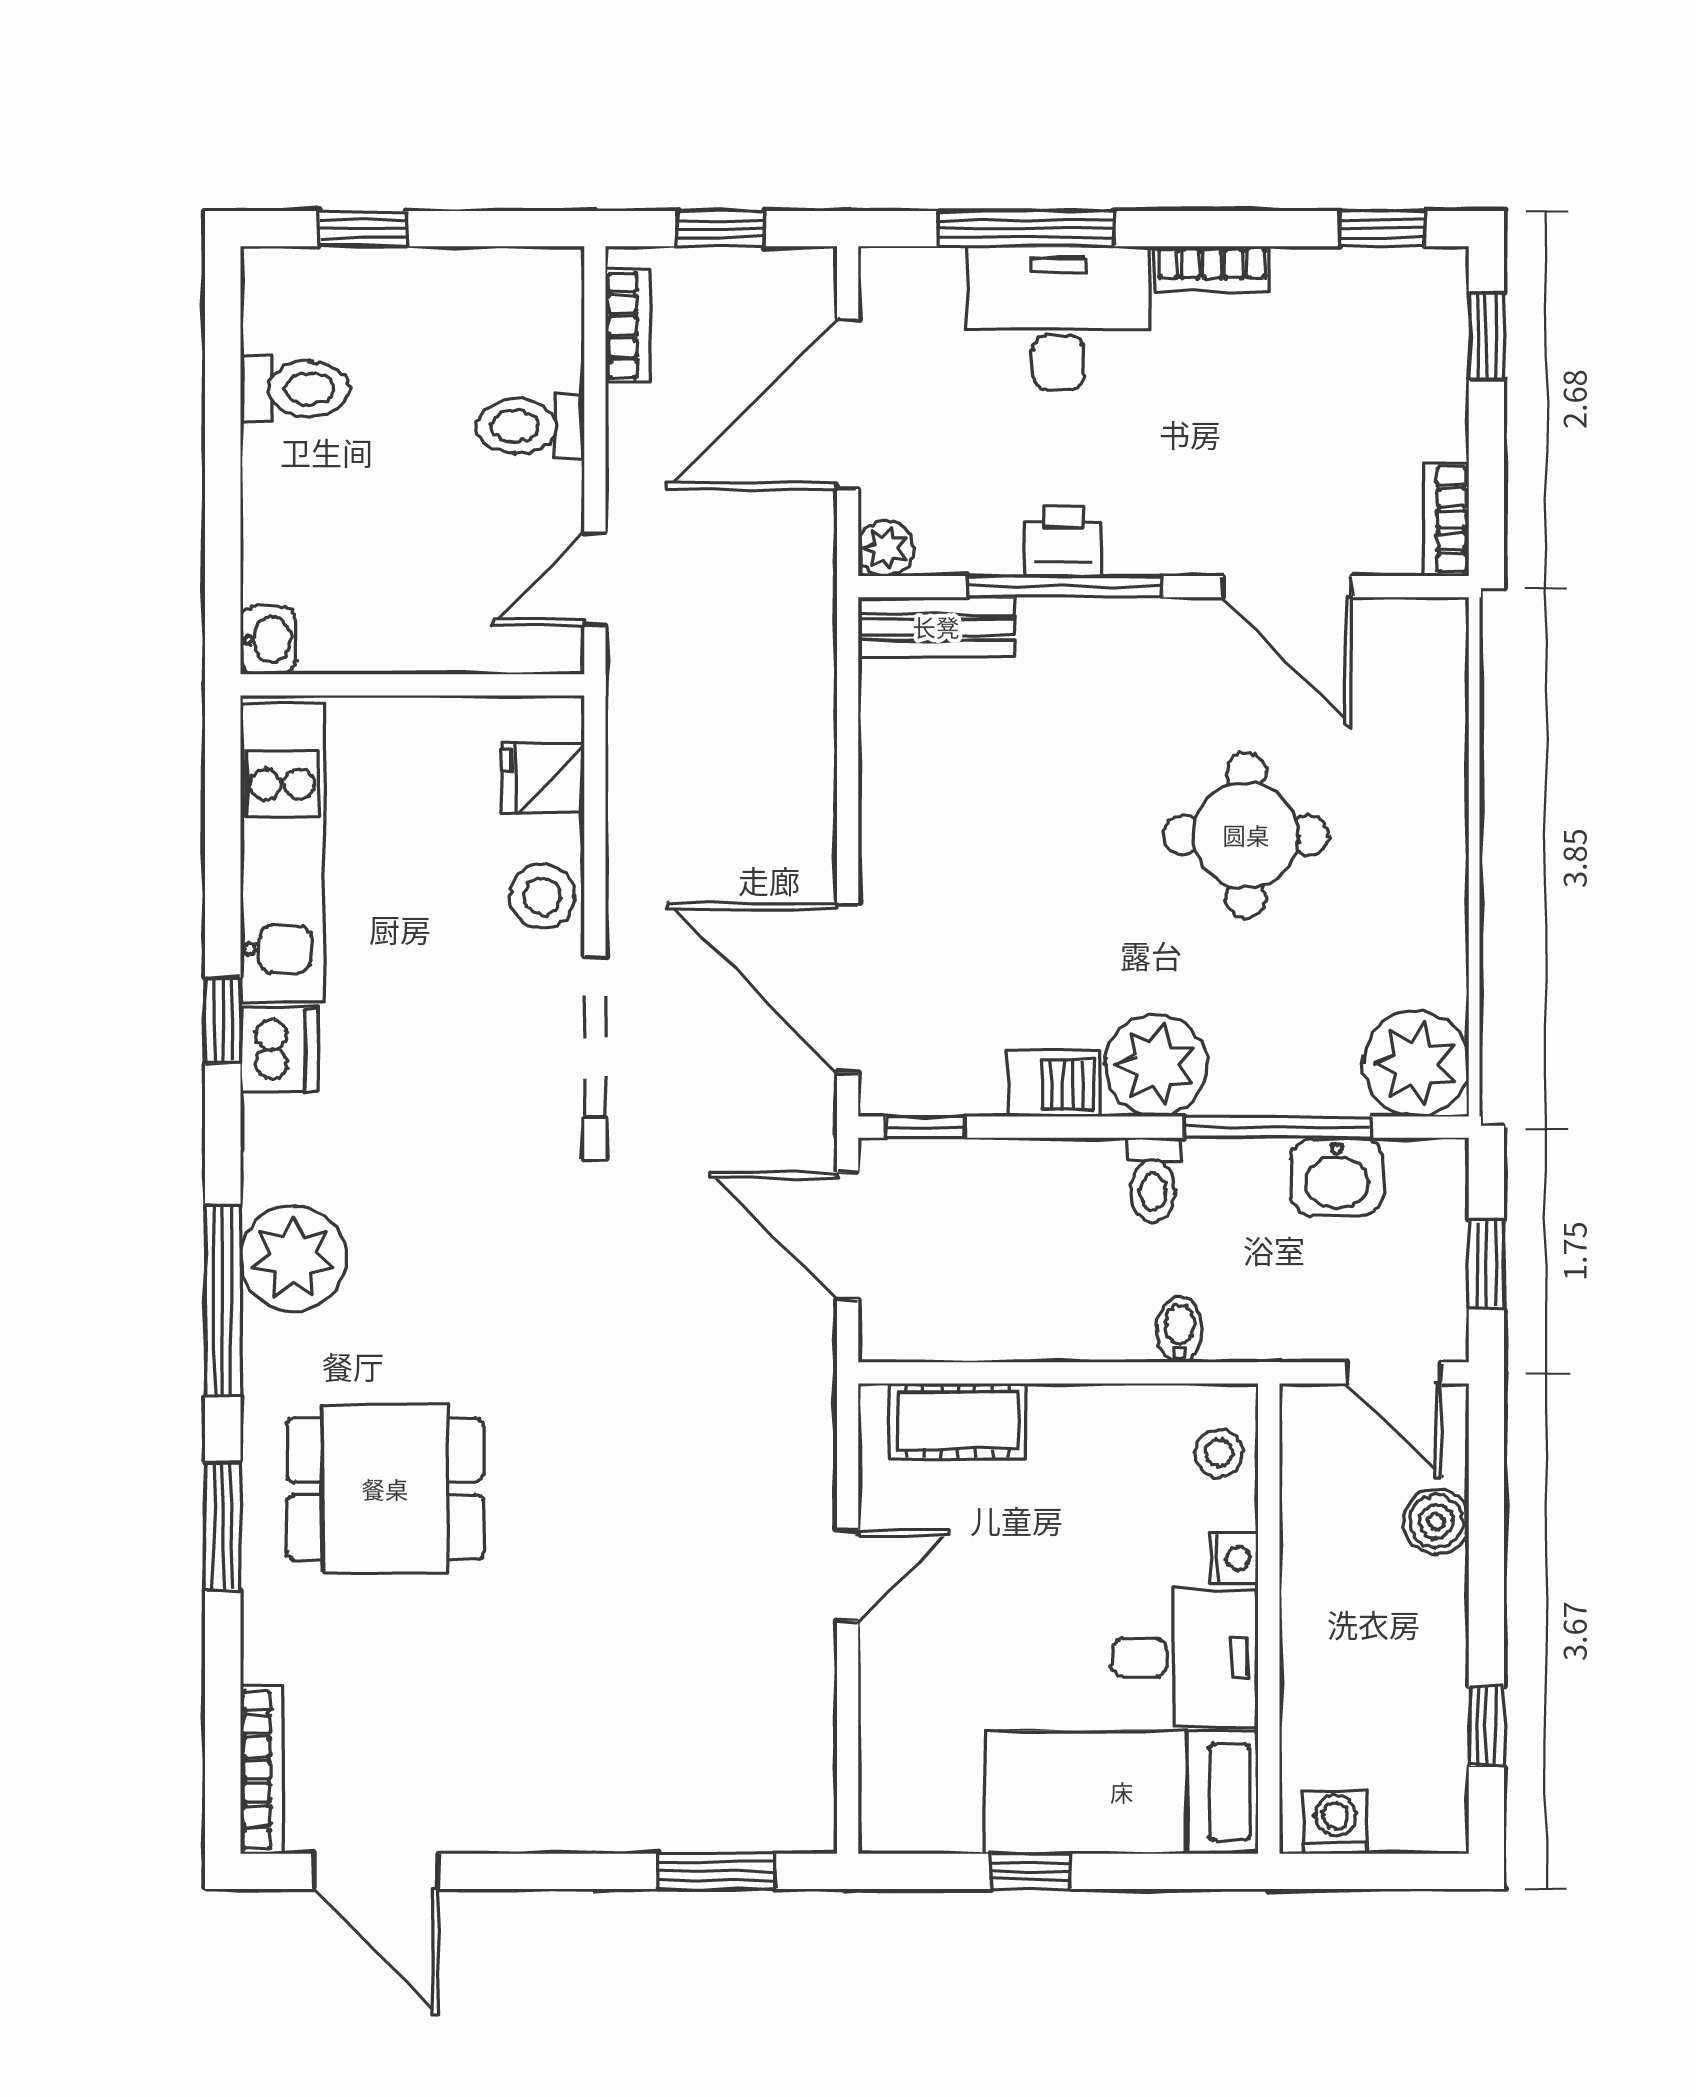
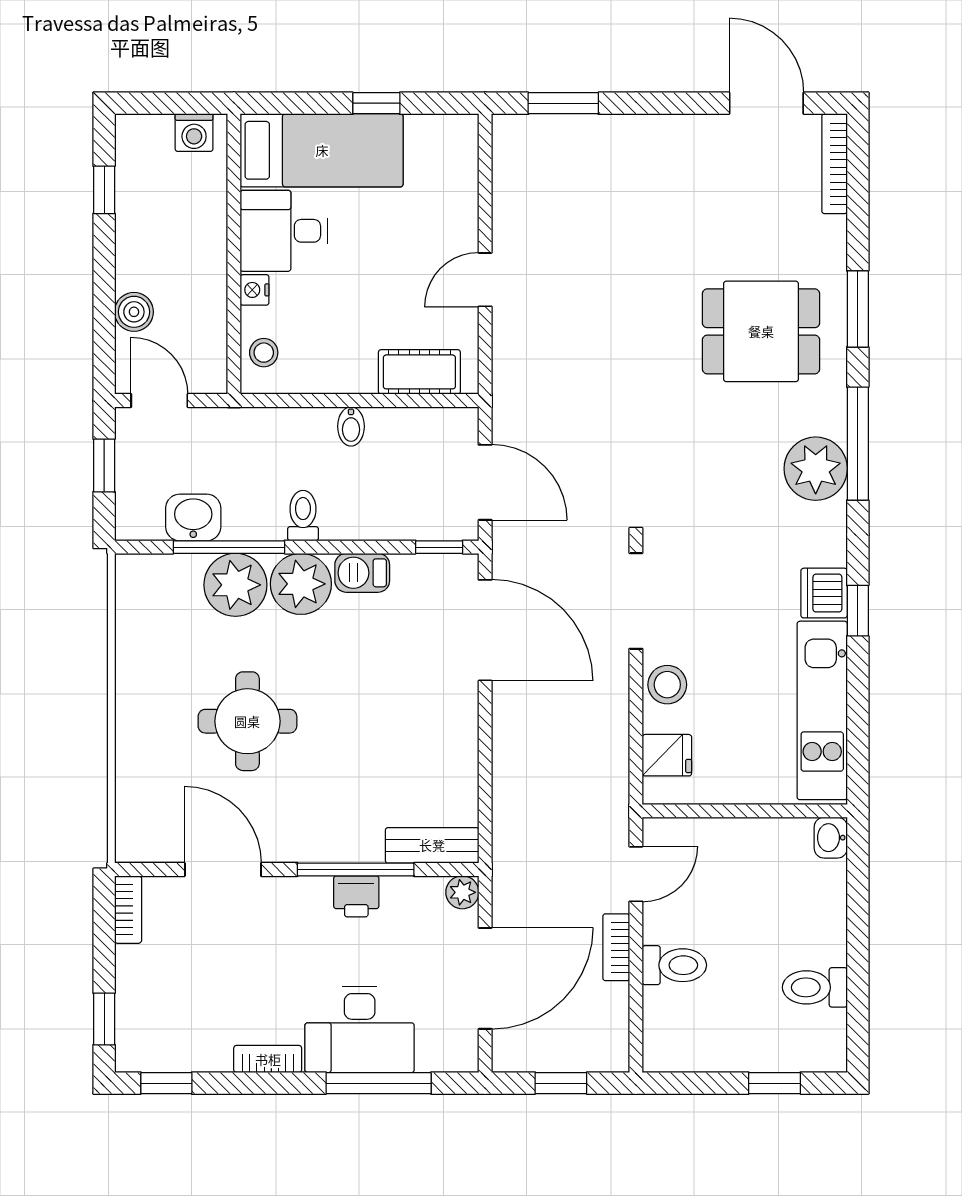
bookcase: (628, 326) -> (616, 947), moved
plant: (1416, 1064) -> (235, 585), moved
bidet: (1180, 1329) -> (351, 426), moved

